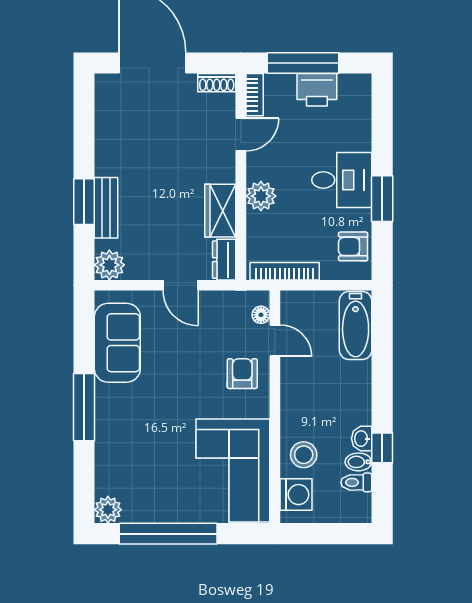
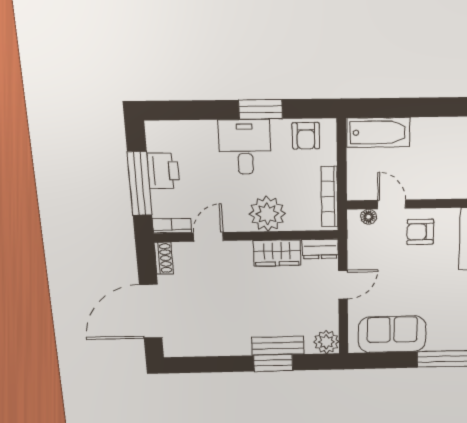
door: (241, 134) -> (208, 237), hinge flipped
plant: (261, 196) -> (267, 214), width x1.36, depth x1.36
door: (275, 341) -> (391, 204), hinge flipped

